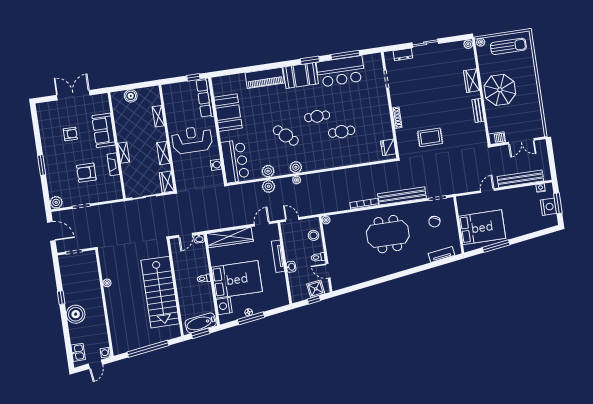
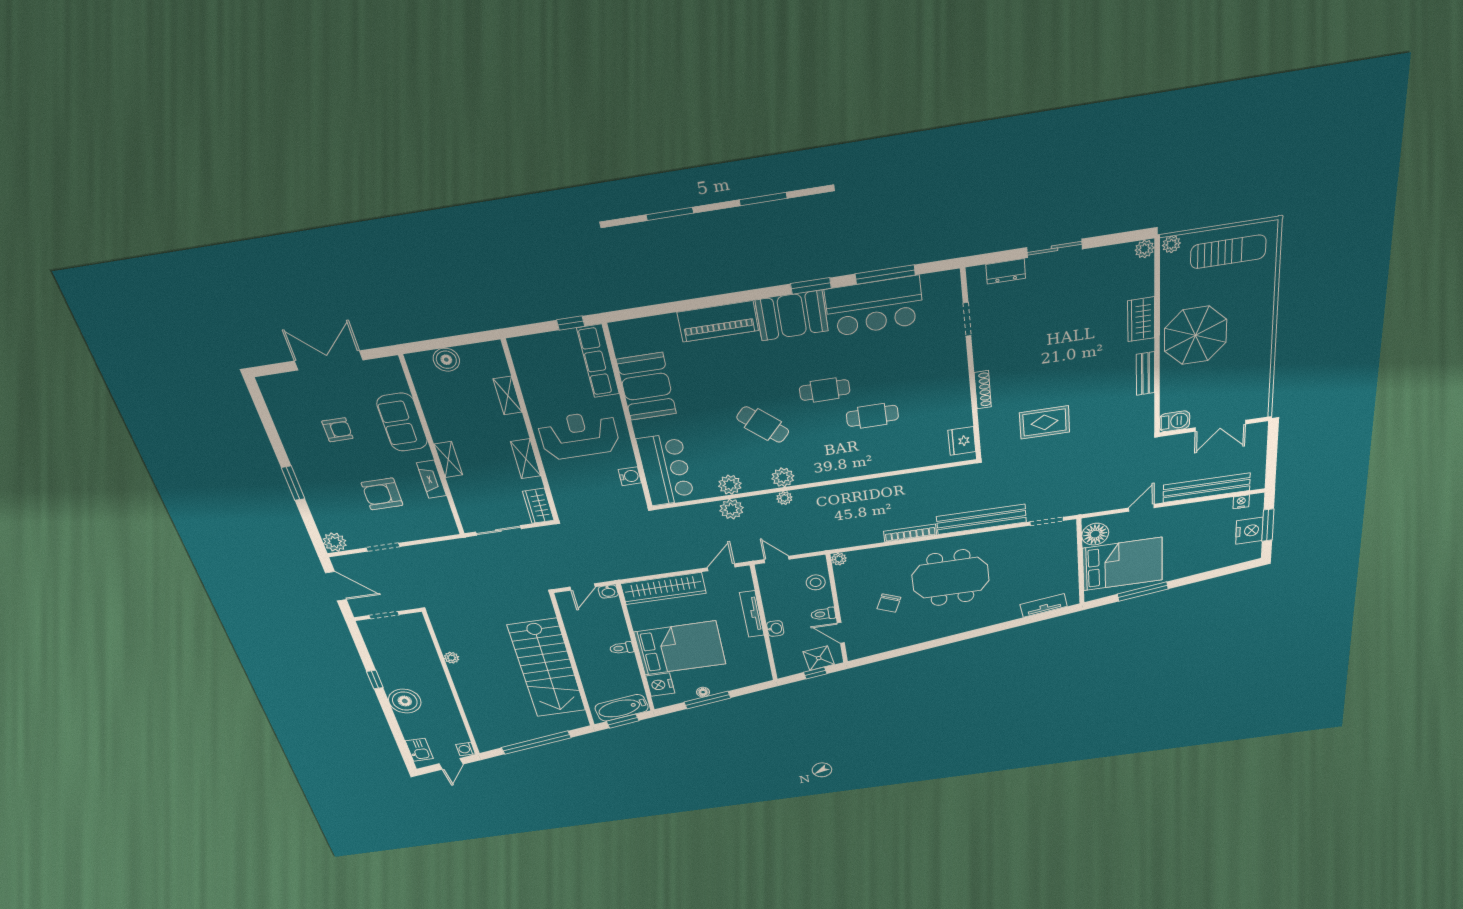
floor lamp: (465, 207) -> (1095, 534), added
chair: (434, 222) -> (889, 603), moved

